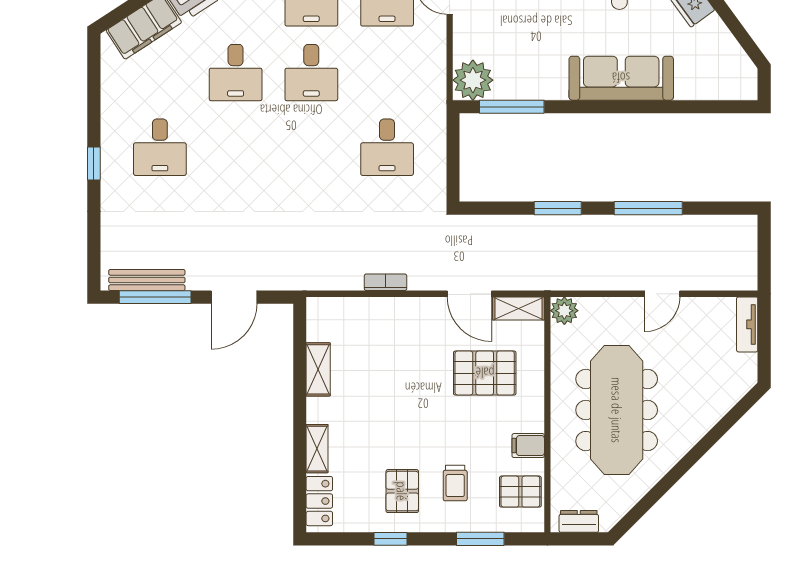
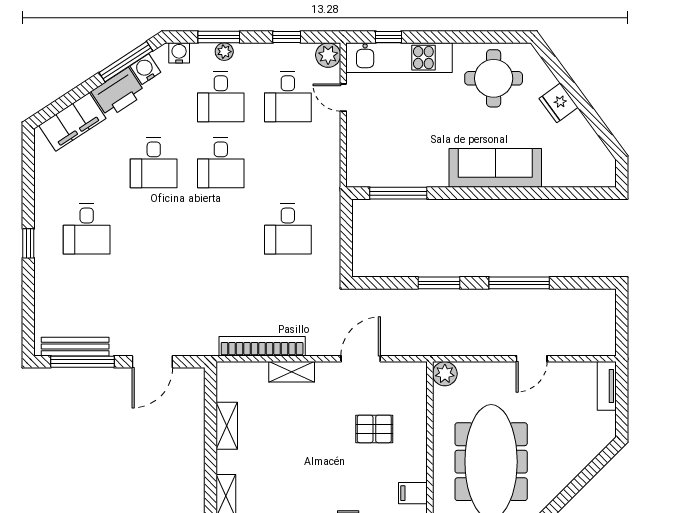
plant: (473, 80) -> (364, 170), removed
bookcase: (386, 282) -> (262, 346), width x2.31, depth x1.31
door: (469, 294) -> (361, 359), swing flipped
shelving: (518, 308) -> (292, 372), moved
pallet: (485, 373) -> (374, 429), width x0.67, depth x0.71

